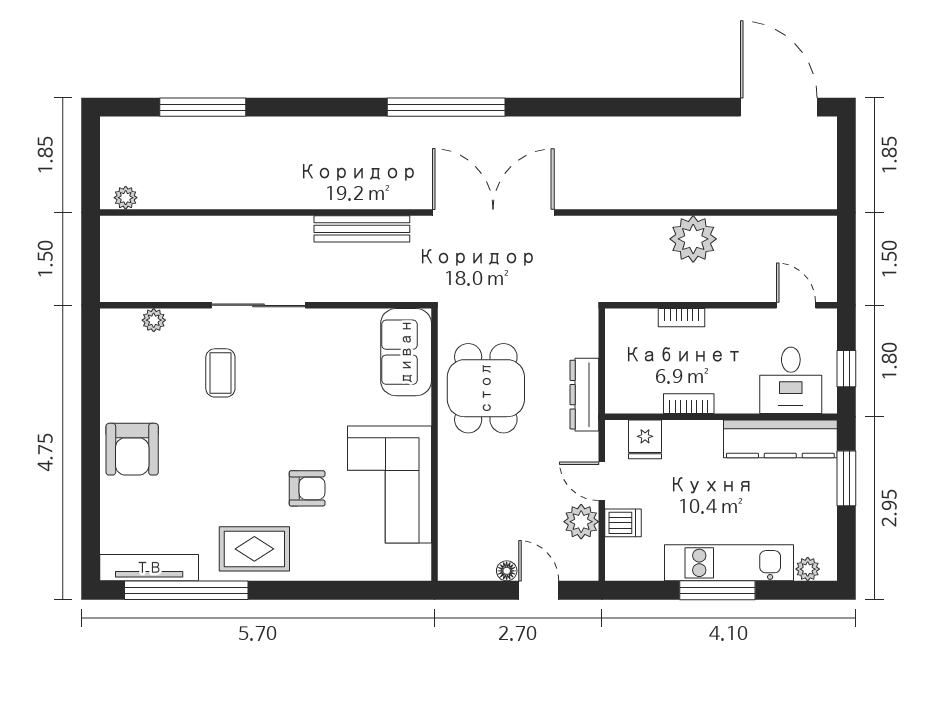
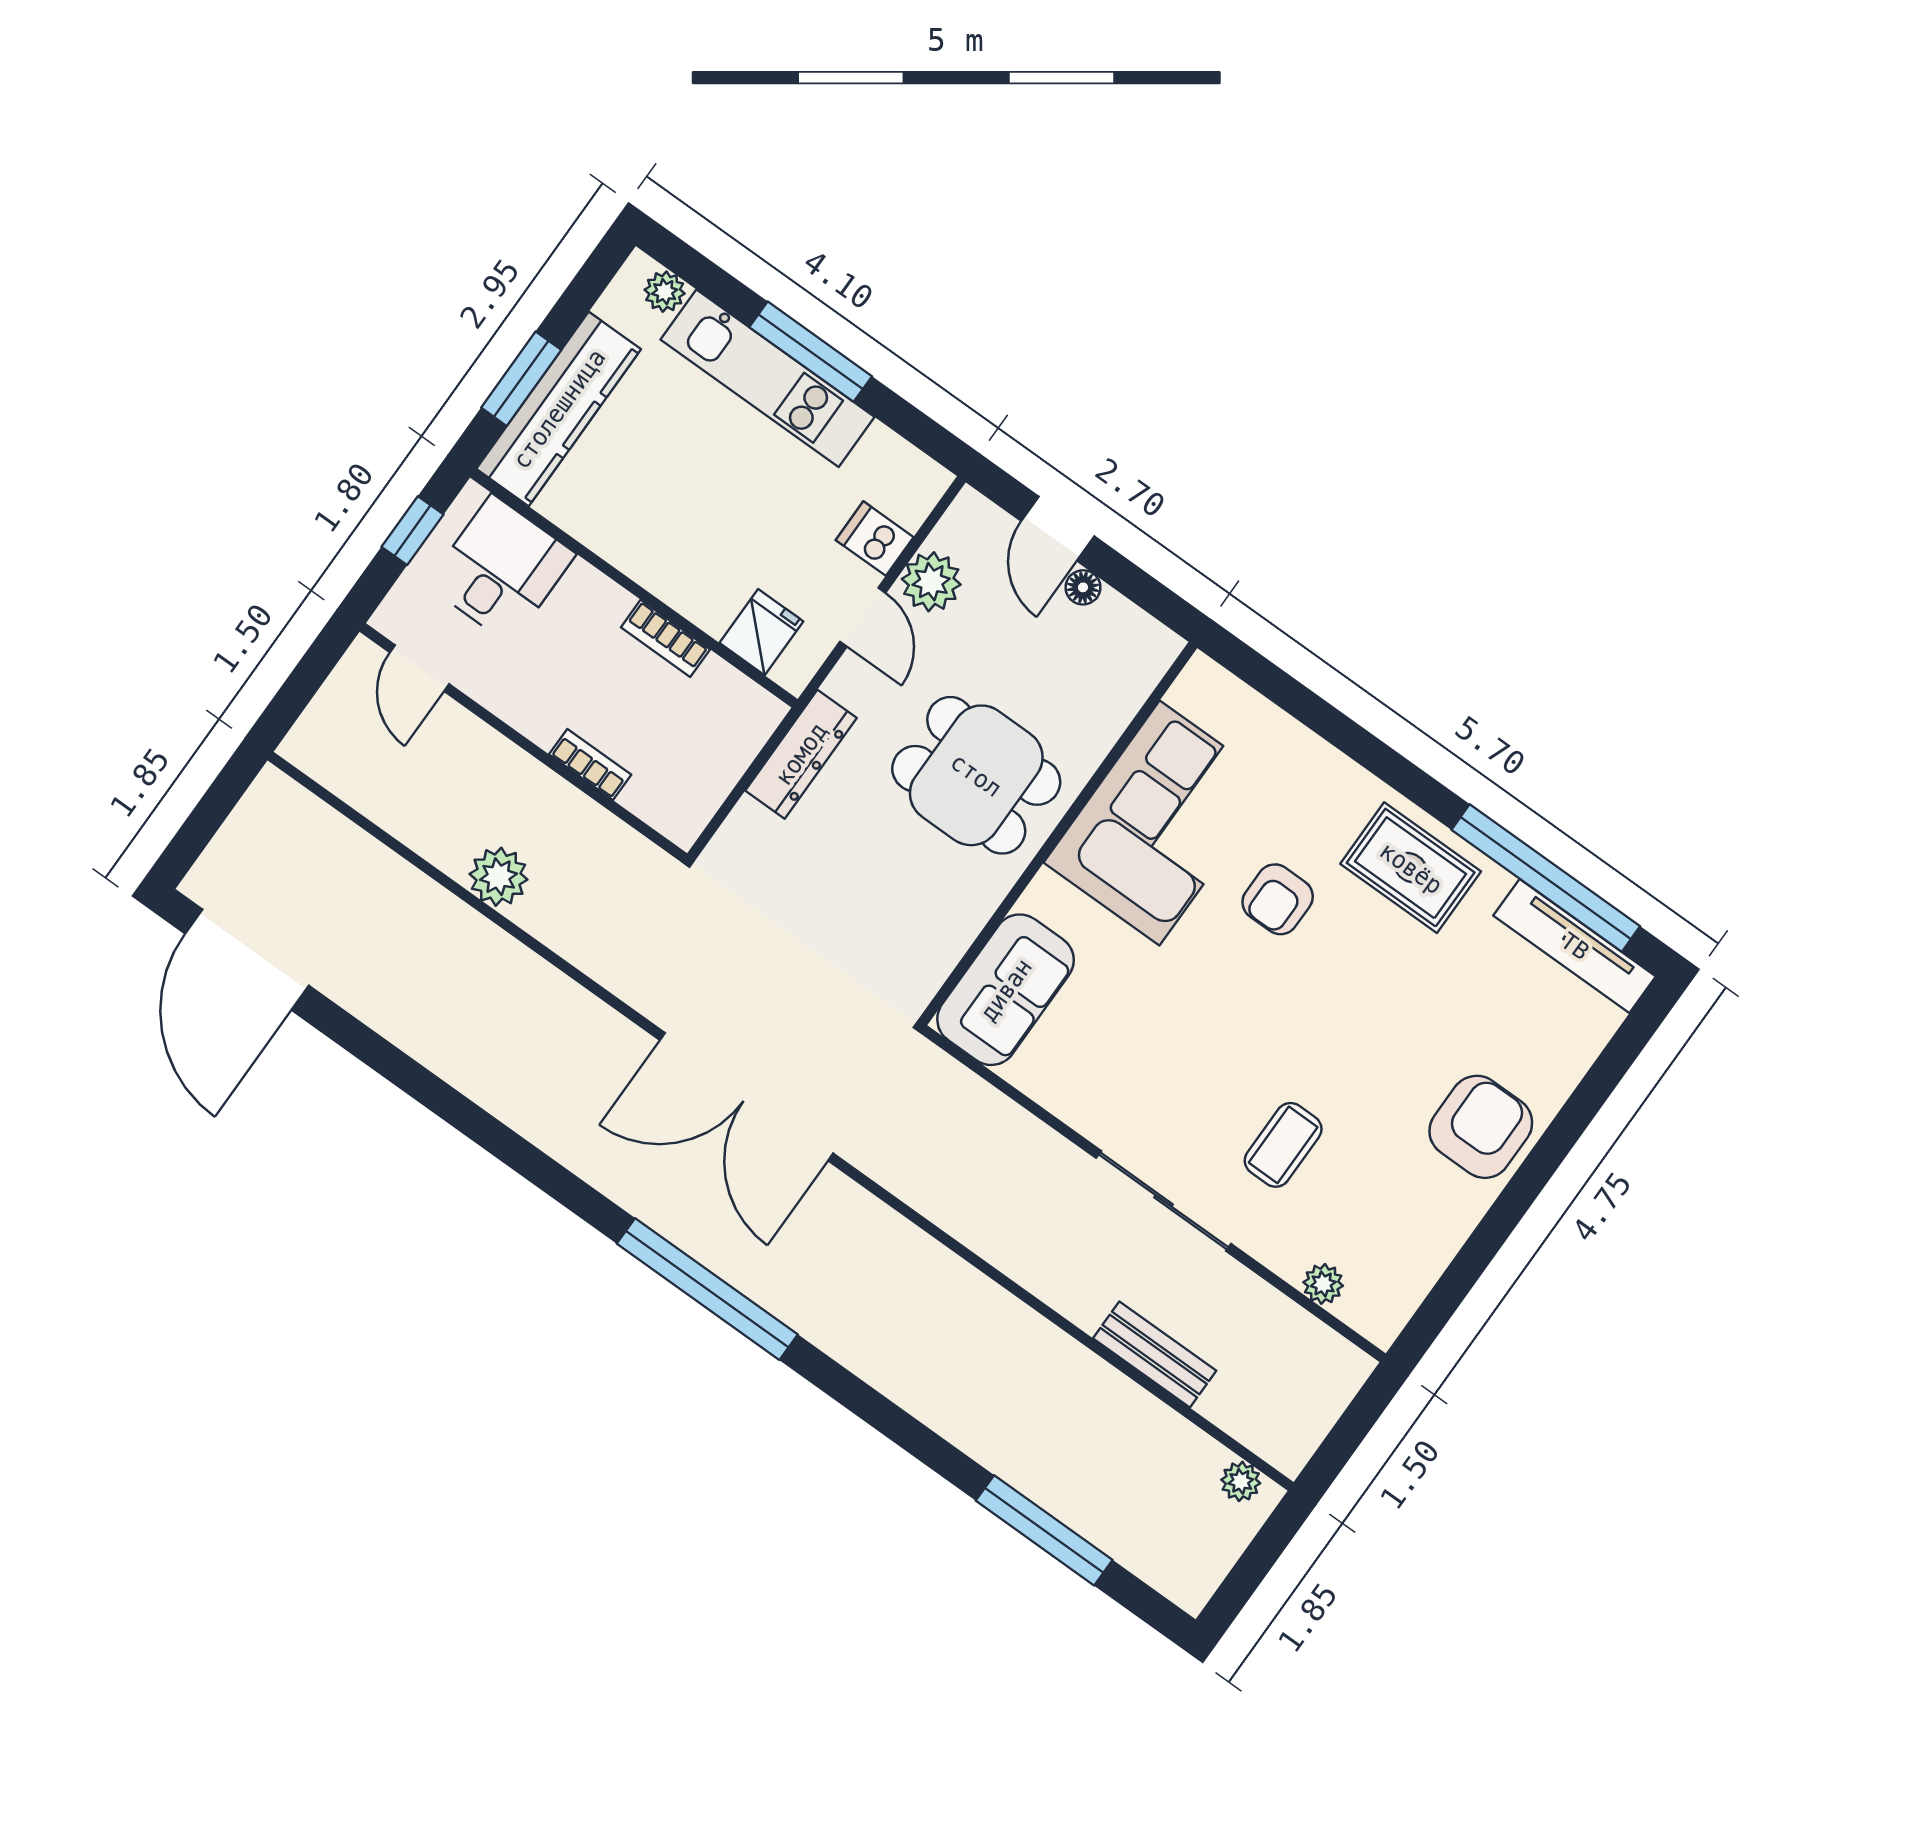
bench: (362, 229) -> (1155, 1354), moved, width x0.73
plant: (693, 239) -> (499, 877), width x0.73, depth x0.73
dining table: (486, 388) -> (976, 775), moved, turned 90
kitchen counter: (780, 439) -> (559, 409), moved, turned 90
armchair: (307, 488) -> (1278, 899), turned -90

